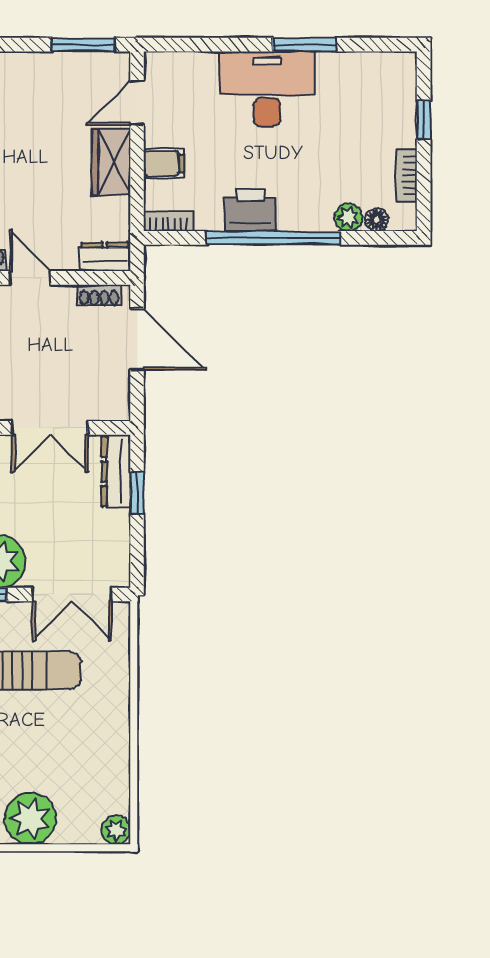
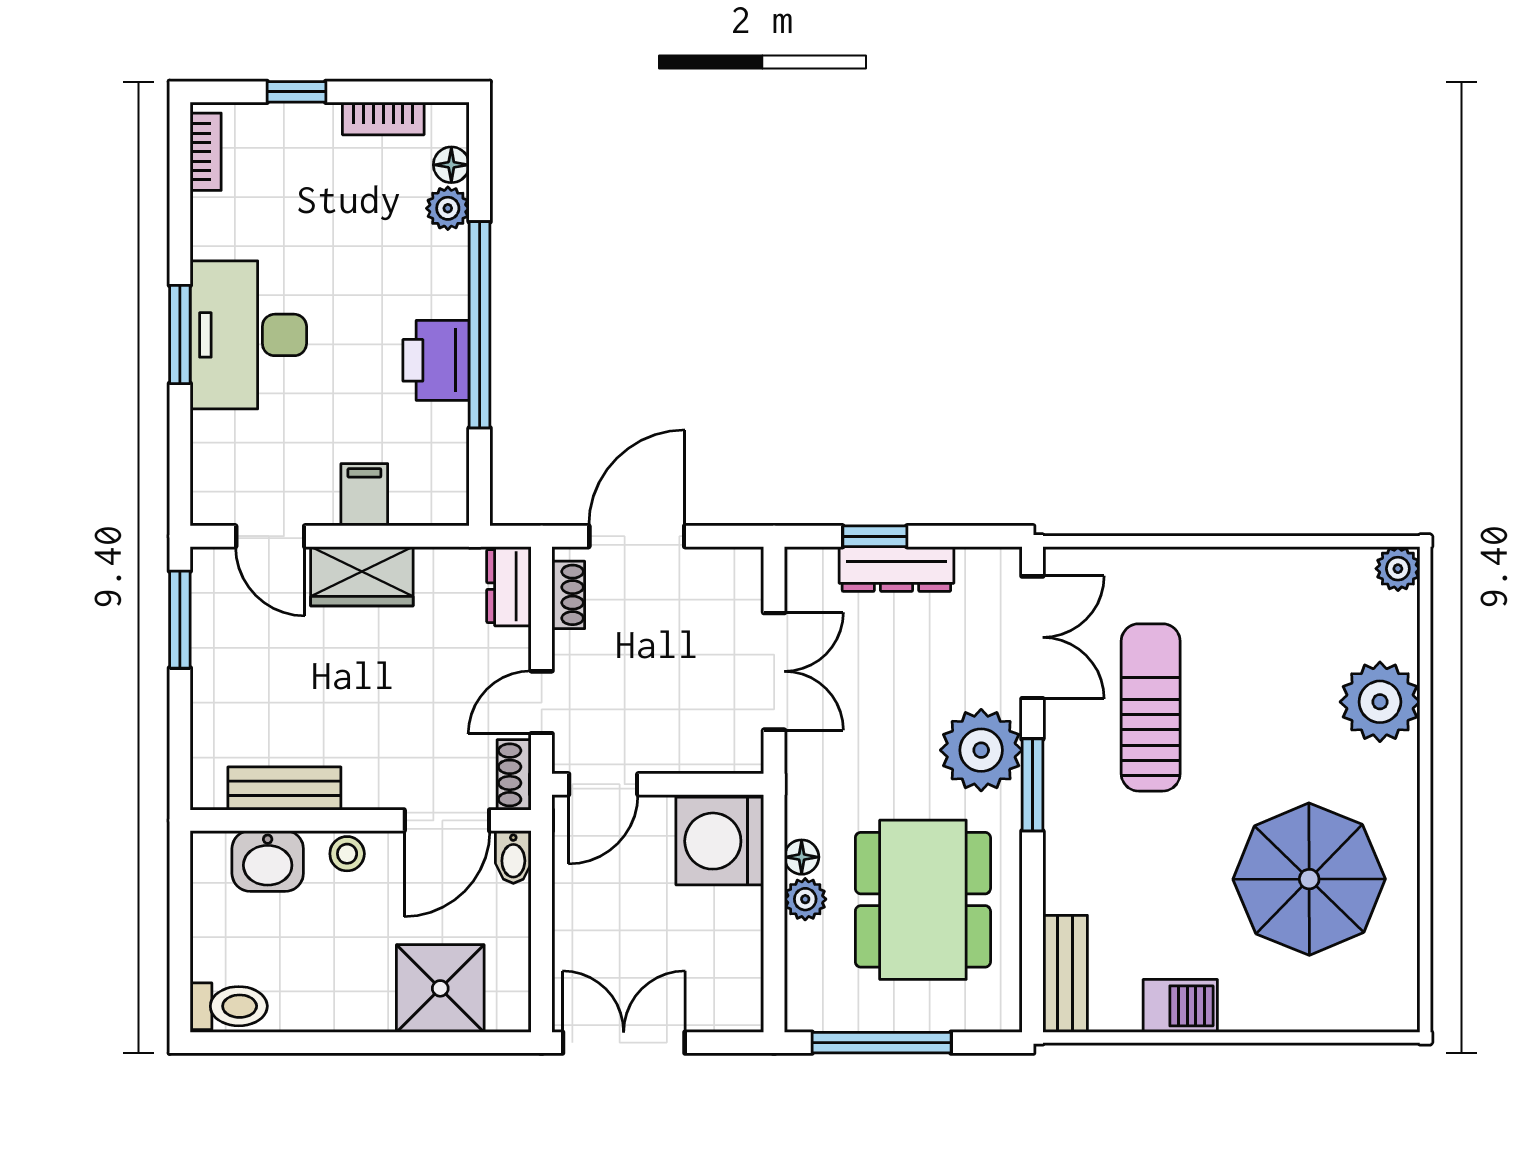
window: (304, 45) -> (180, 334), moved
bookcase: (169, 221) -> (206, 152), moved, turned 180
dresser: (116, 471) -> (896, 569), moved

